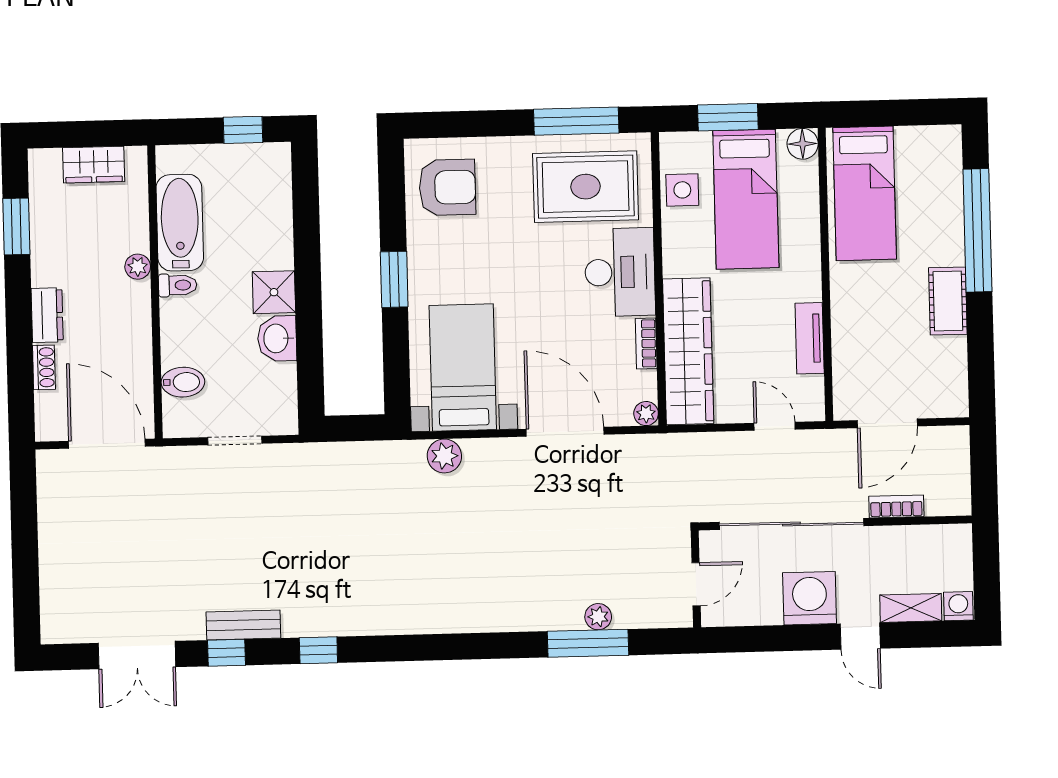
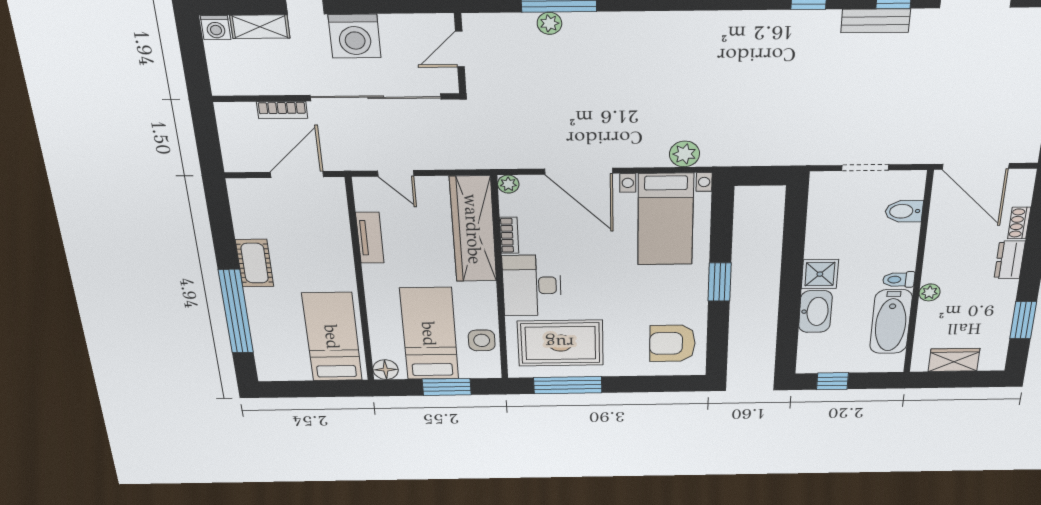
washbasin: (277, 338) -> (815, 311), moved, width x1.38

